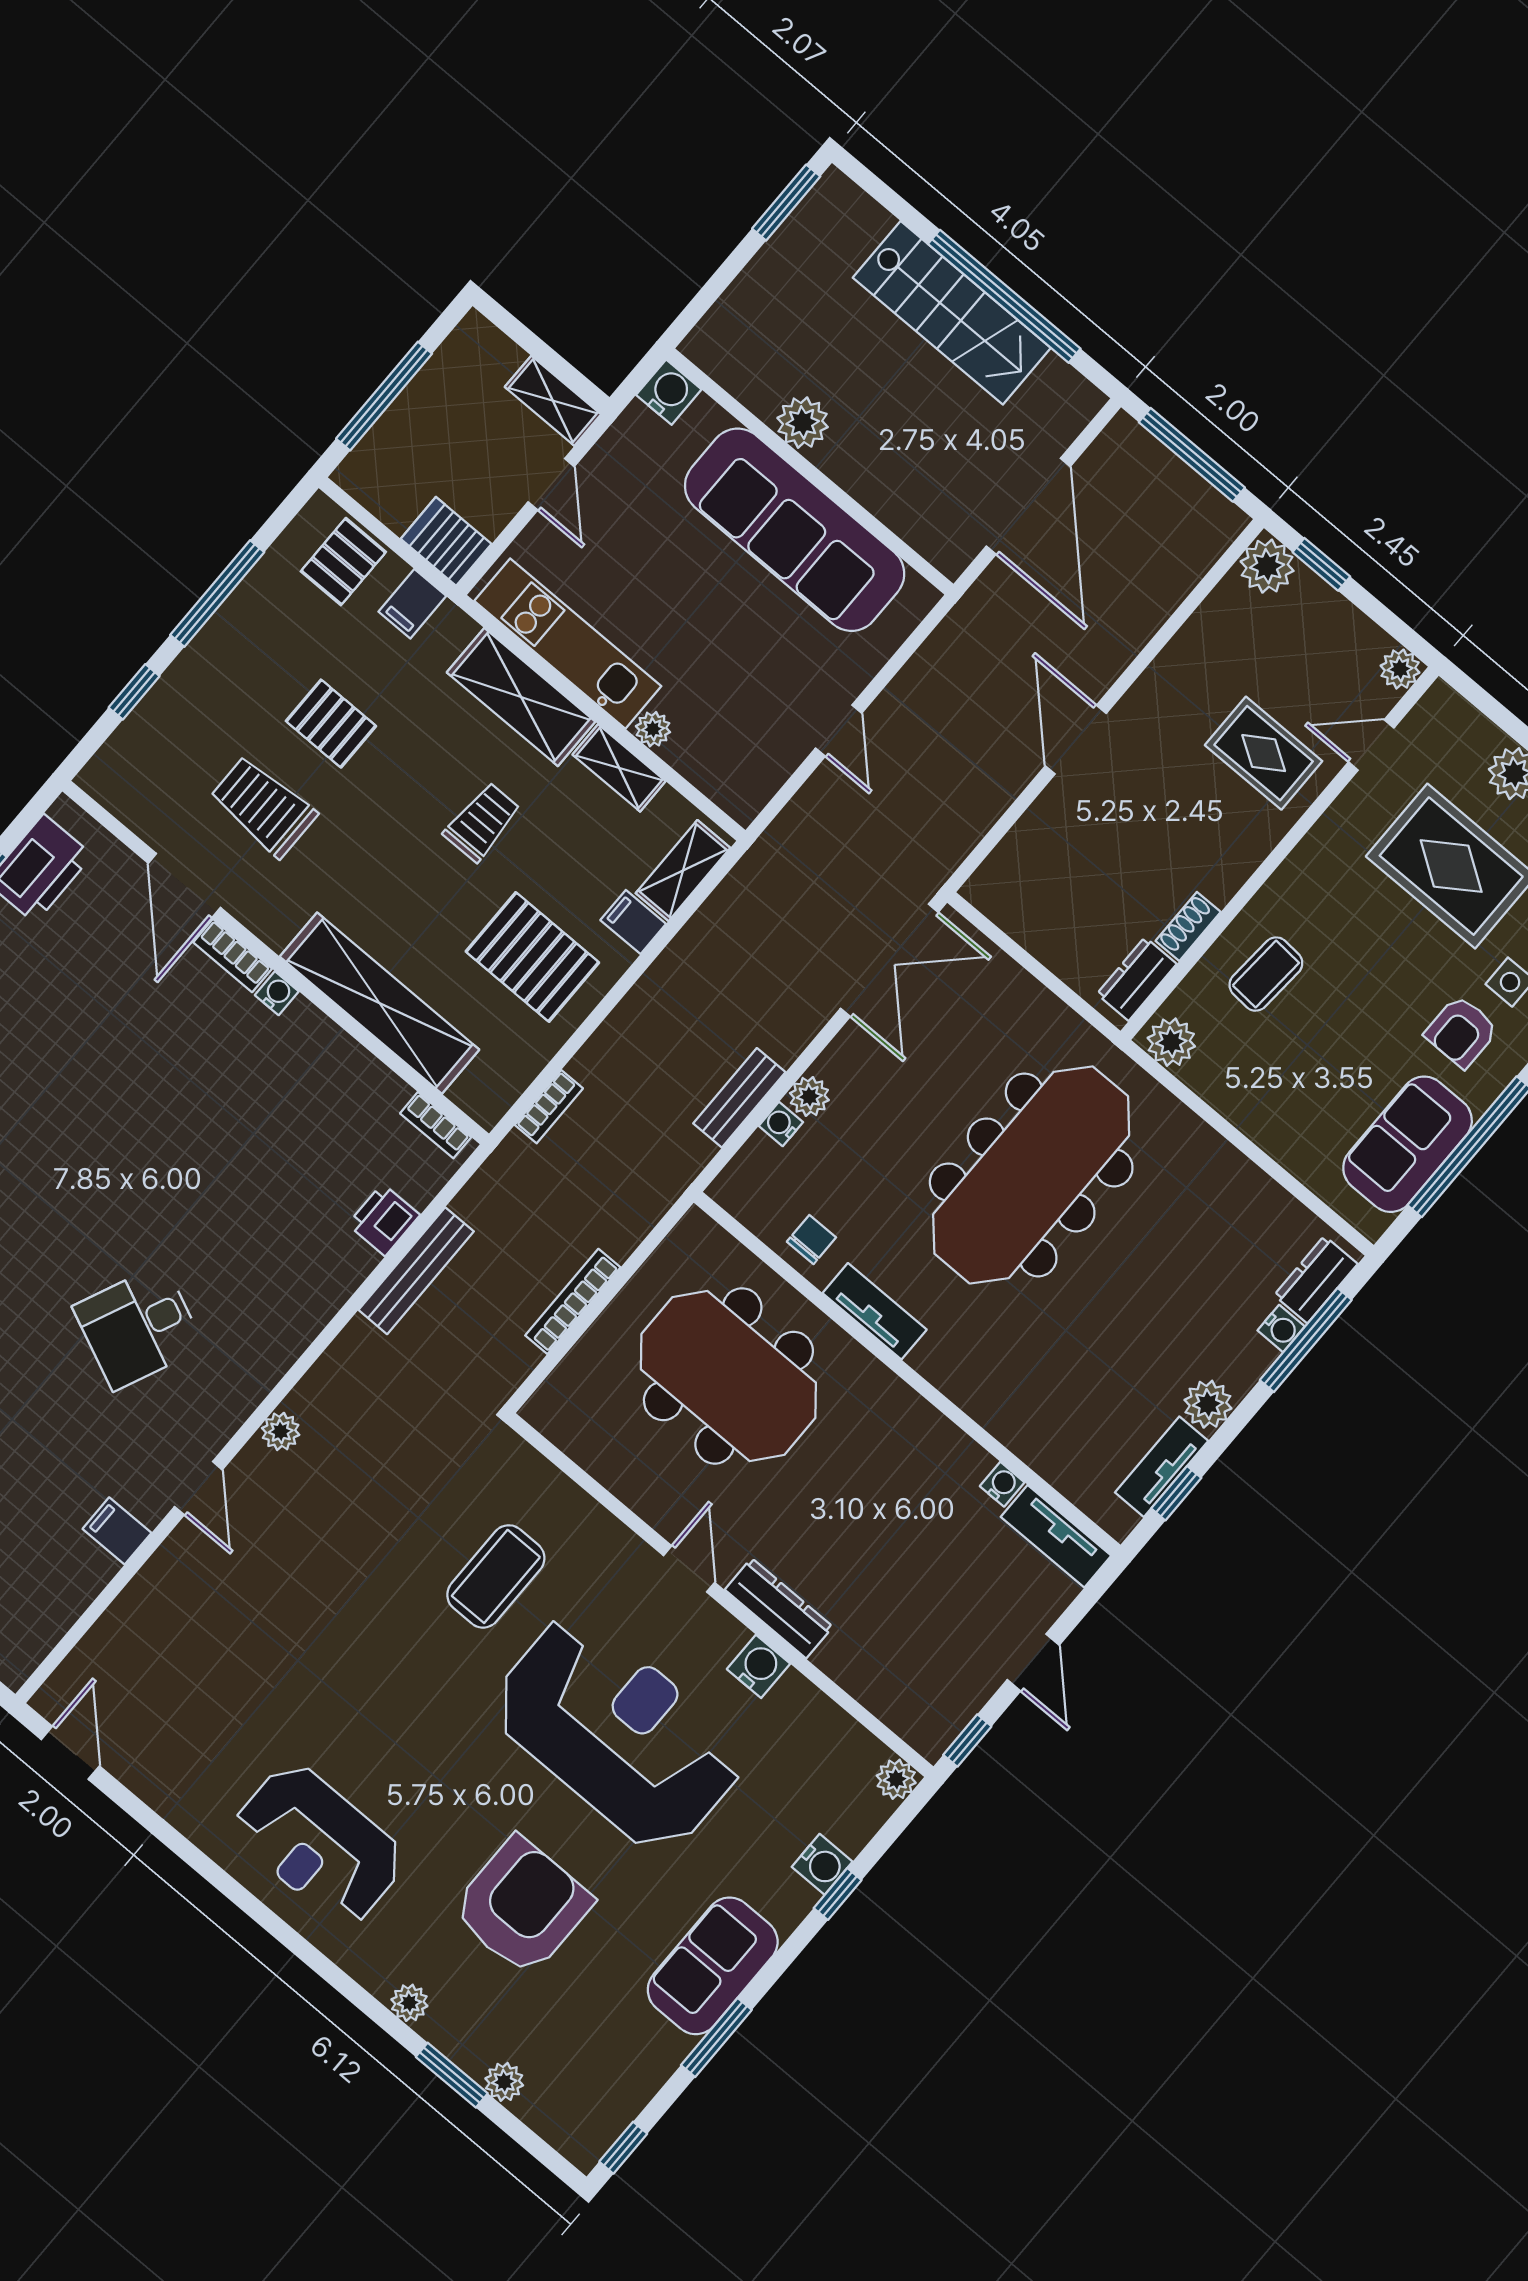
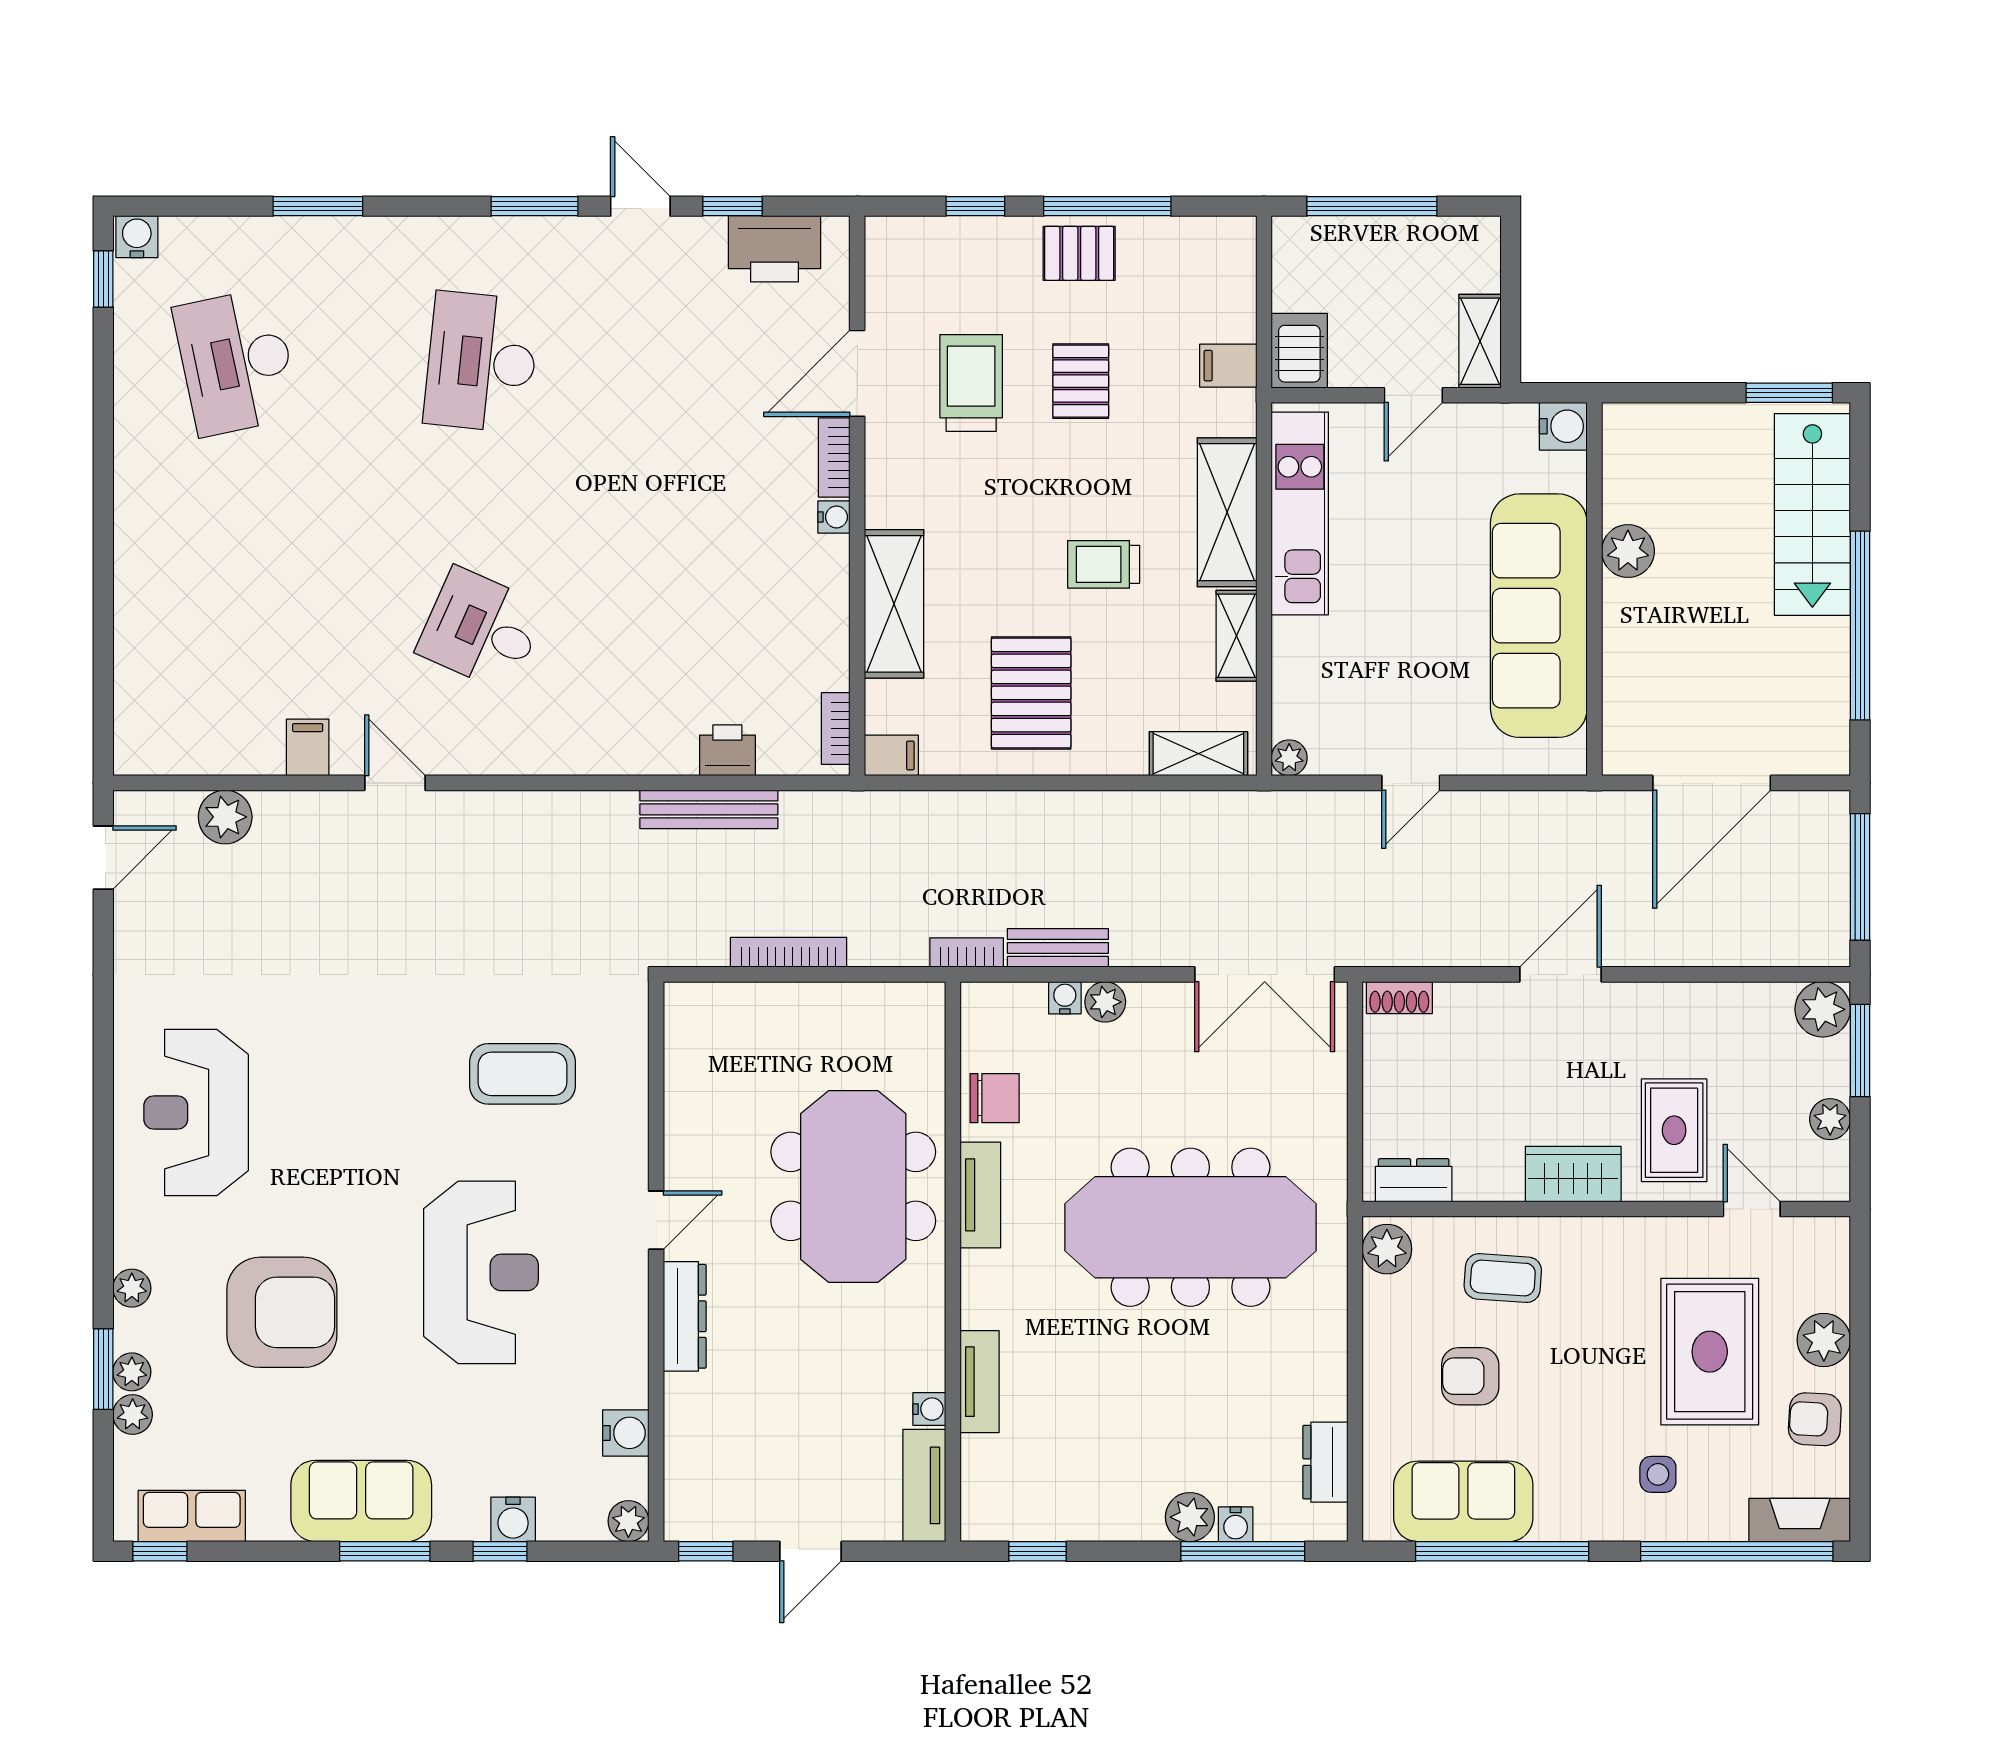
stairs: (952, 313) -> (1812, 515), moved
pallet: (343, 562) -> (1079, 253), moved
window: (1321, 564) -> (1860, 1051), width x1.50
plant: (1400, 669) -> (1830, 1119), moved
plant: (653, 729) -> (1289, 758), moved
trolley: (482, 822) -> (1104, 564), turned 180
wardrobe: (1233, 856) -> (1573, 1174), added
filing cabinet: (633, 922) -> (891, 755), moved, turned 90
shoe rack: (1188, 926) -> (1399, 998), moved, turned 180
shelving: (380, 1003) -> (894, 604), width x0.68
armchair: (1461, 1032) -> (1470, 1376), moved
bookcase: (549, 1107) -> (967, 952), moved, turned 180
chair: (811, 1240) -> (995, 1098), width x1.37, depth x1.37
dresser: (1316, 1280) -> (1325, 1462), moved, turned -90
meeting table: (728, 1376) -> (853, 1186), moved
plant: (1208, 1404) -> (1190, 1517), moved
plant: (281, 1431) -> (225, 817), moved, width x1.38, depth x1.38
tv unit: (1162, 1467) -> (980, 1382), moved, turned 90
door: (198, 1488) -> (395, 783), swing flipped
water cooler: (759, 1666) -> (626, 1433), moved
reception desk: (618, 1733) -> (481, 1272), width x0.74, depth x0.77
window: (716, 2037) -> (385, 1551), moved
plant: (472, 2056) -> (132, 1372), added
row of seats: (617, 2102) -> (192, 1516), added

